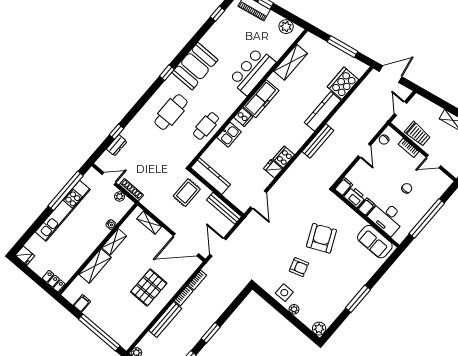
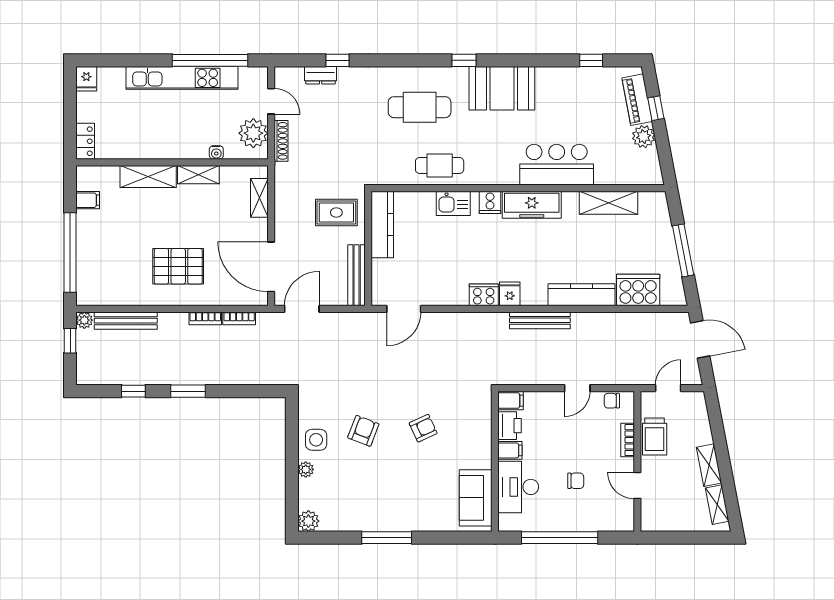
plant: (286, 27) -> (644, 137), moved
fridge: (273, 169) -> (510, 294), moved
plant: (120, 196) -> (253, 133), width x1.88, depth x1.88
armchair: (322, 238) -> (423, 428), width x0.53, depth x0.53
armchair: (299, 267) -> (363, 431), turned -141
bench: (165, 320) -> (126, 321), moved

